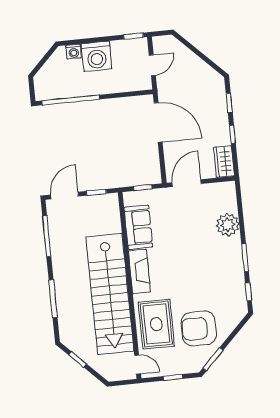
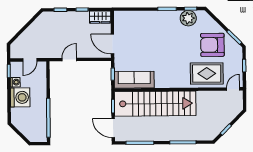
washing machine: (74, 52) -> (15, 82), moved
door: (152, 65) -> (30, 60), swing flipped
door: (158, 122) -> (69, 60), width x0.53
plant: (228, 225) -> (188, 18), moved
sofa: (138, 227) -> (134, 80), width x1.36
fireplace: (139, 271) -> (170, 82), removed
stairs: (110, 294) -> (155, 104), moved
armchair: (199, 328) -> (212, 45), turned 90

